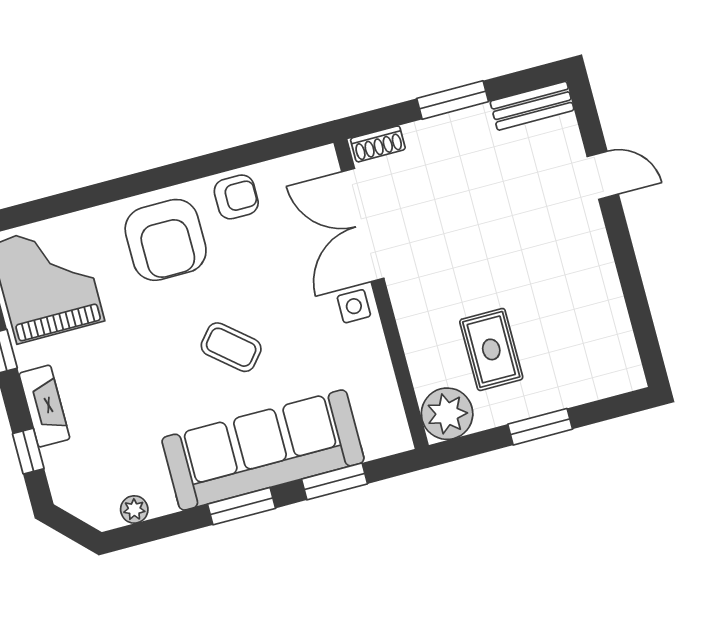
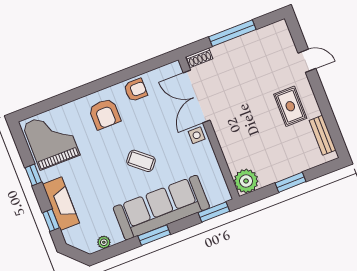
window: (453, 100) -> (232, 33), width x1.44
bench: (532, 106) -> (323, 135), moved, turned 90
armchair: (166, 240) -> (105, 114), width x0.73, depth x0.73
rug: (491, 349) -> (290, 106), moved
fireplace: (44, 406) -> (61, 204), width x1.37, depth x1.32
window: (334, 481) -> (214, 212), moved

